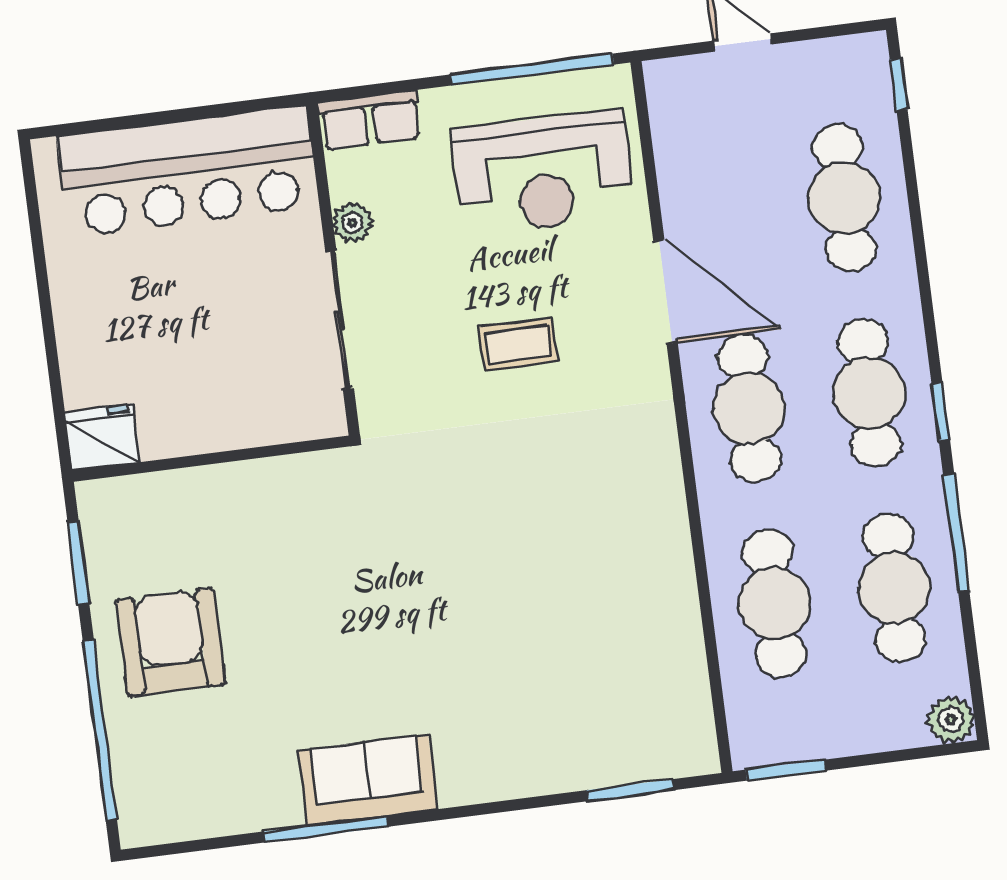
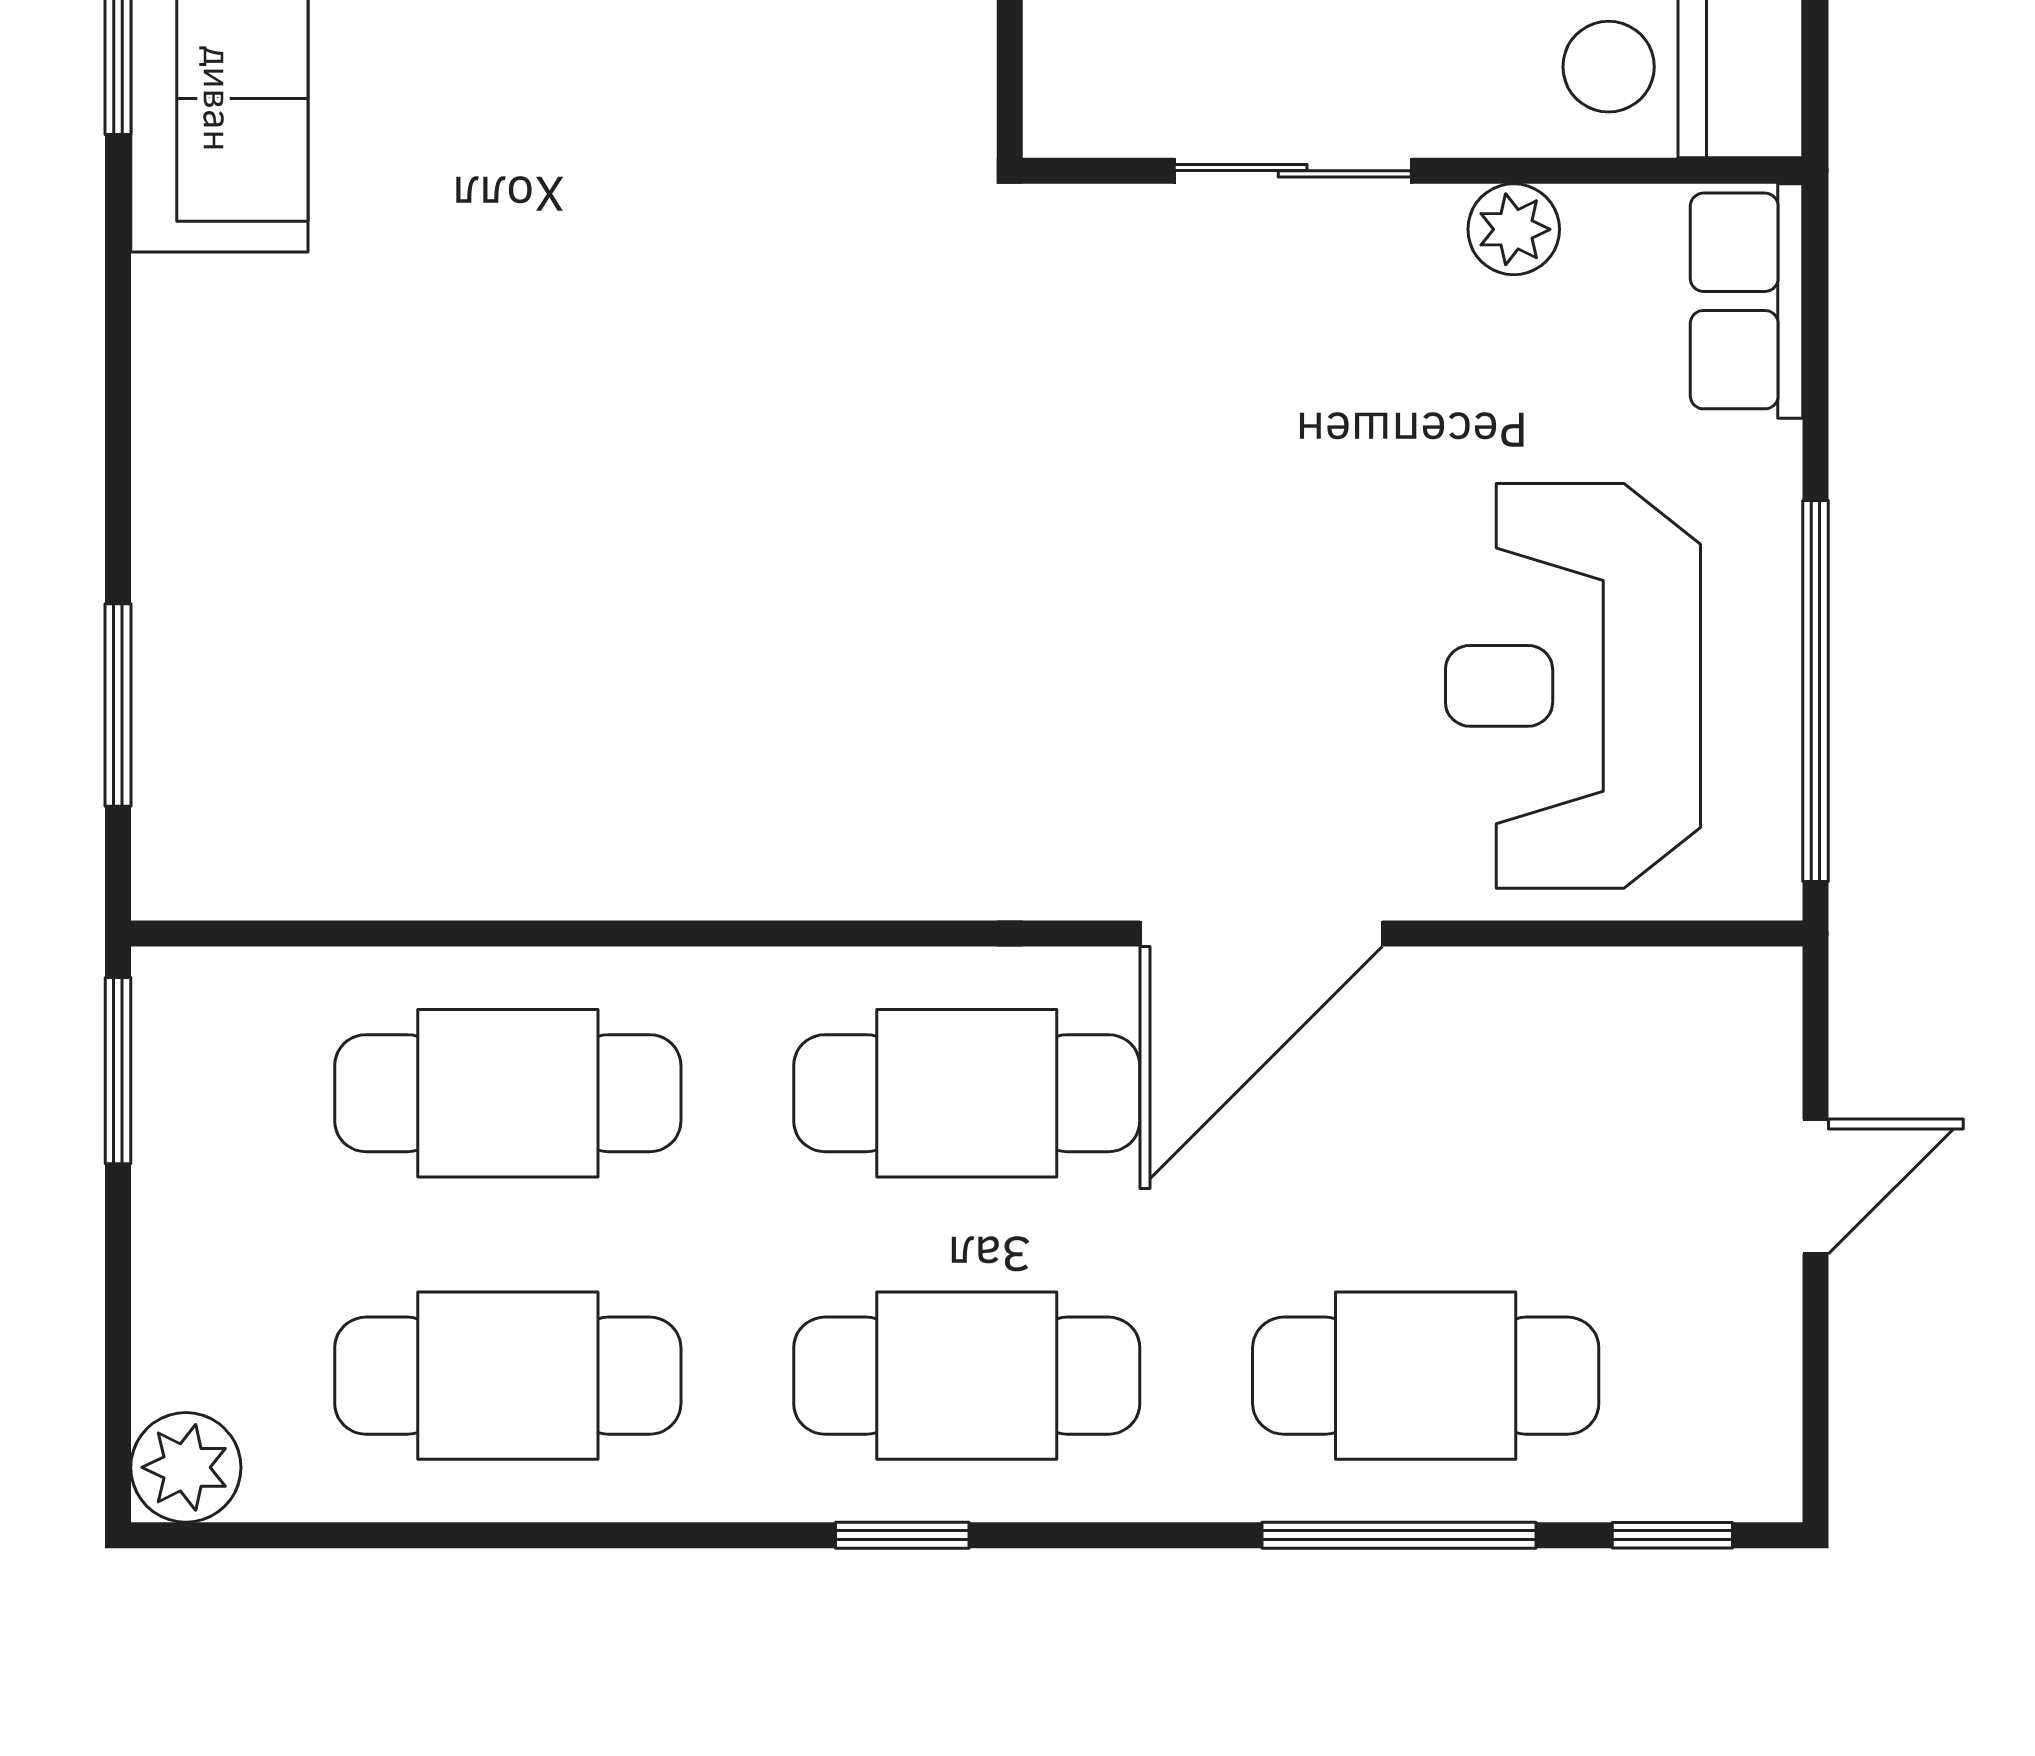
sliding door: (340, 320) -> (1293, 171), width x0.73
coffee table: (518, 344) -> (1184, 576), removed
window: (956, 533) -> (1399, 1535), moved

